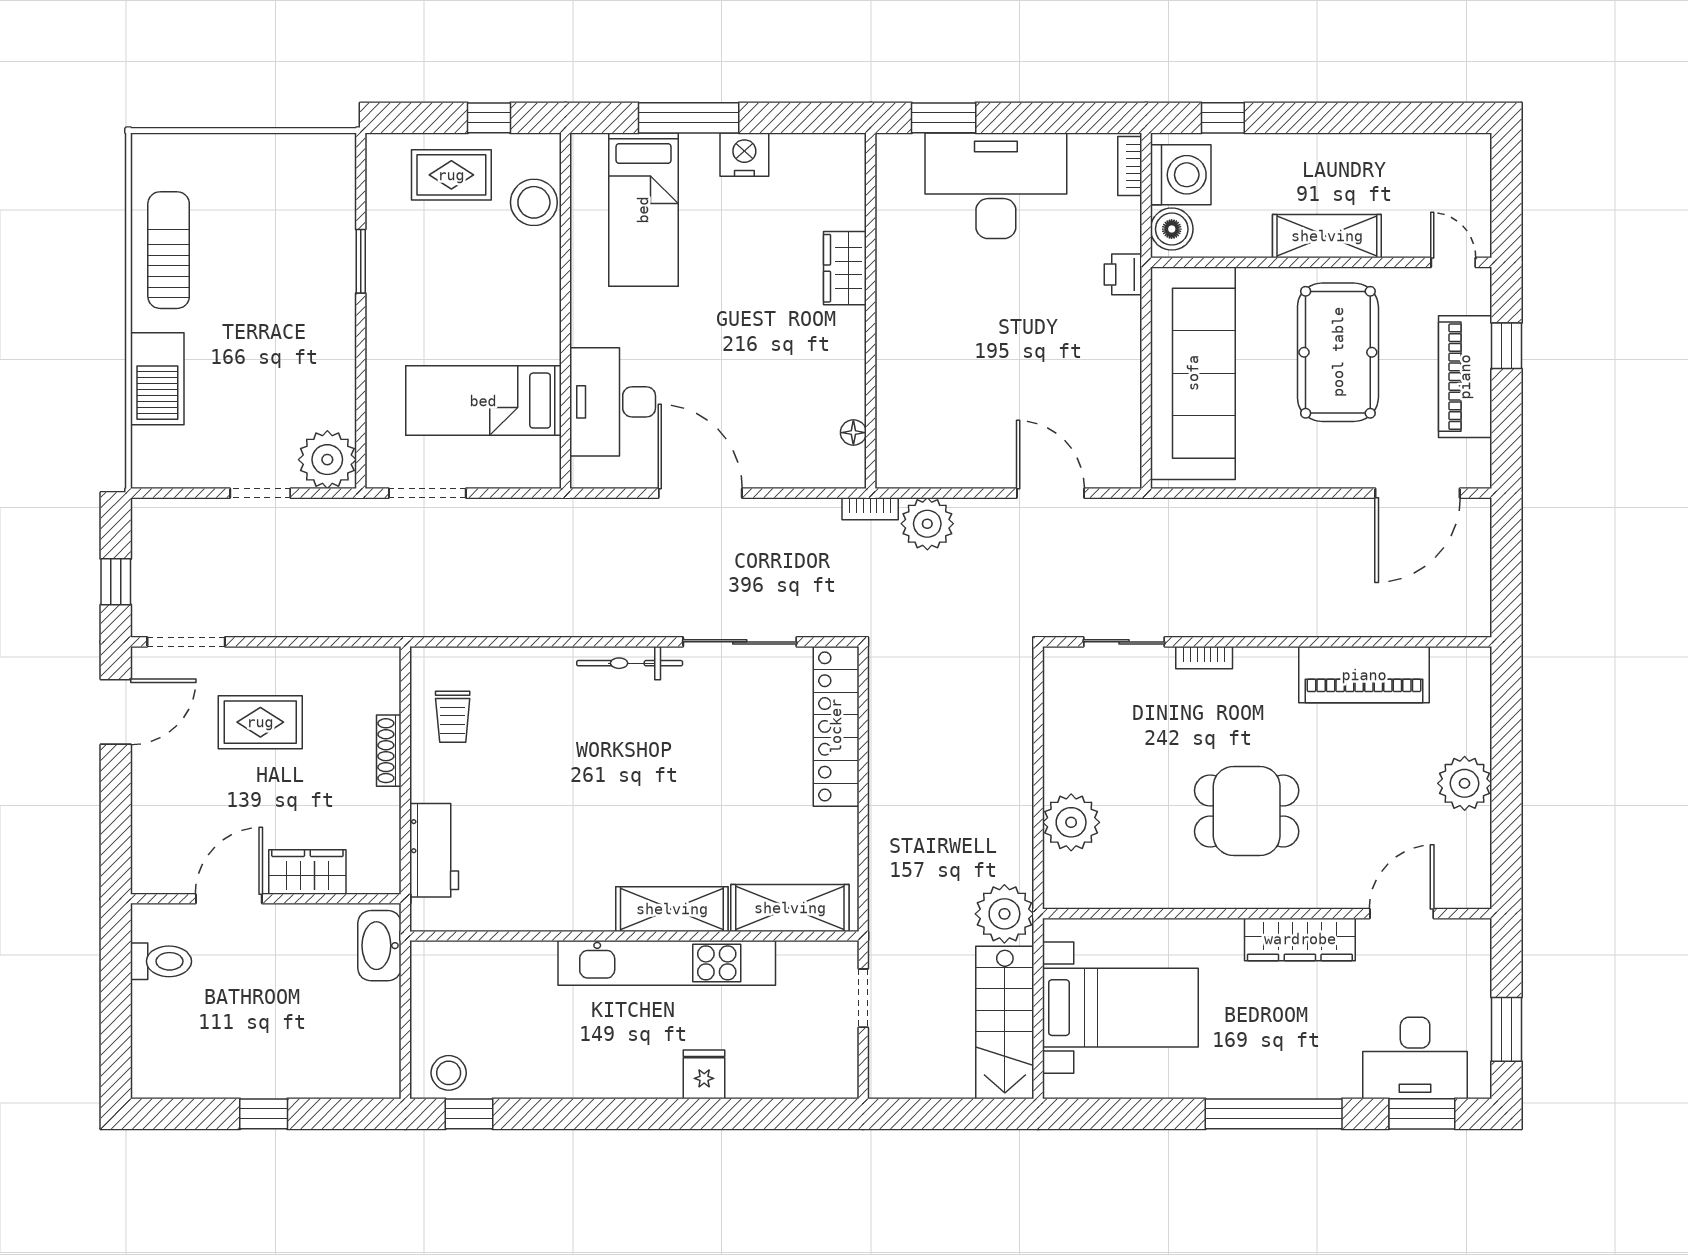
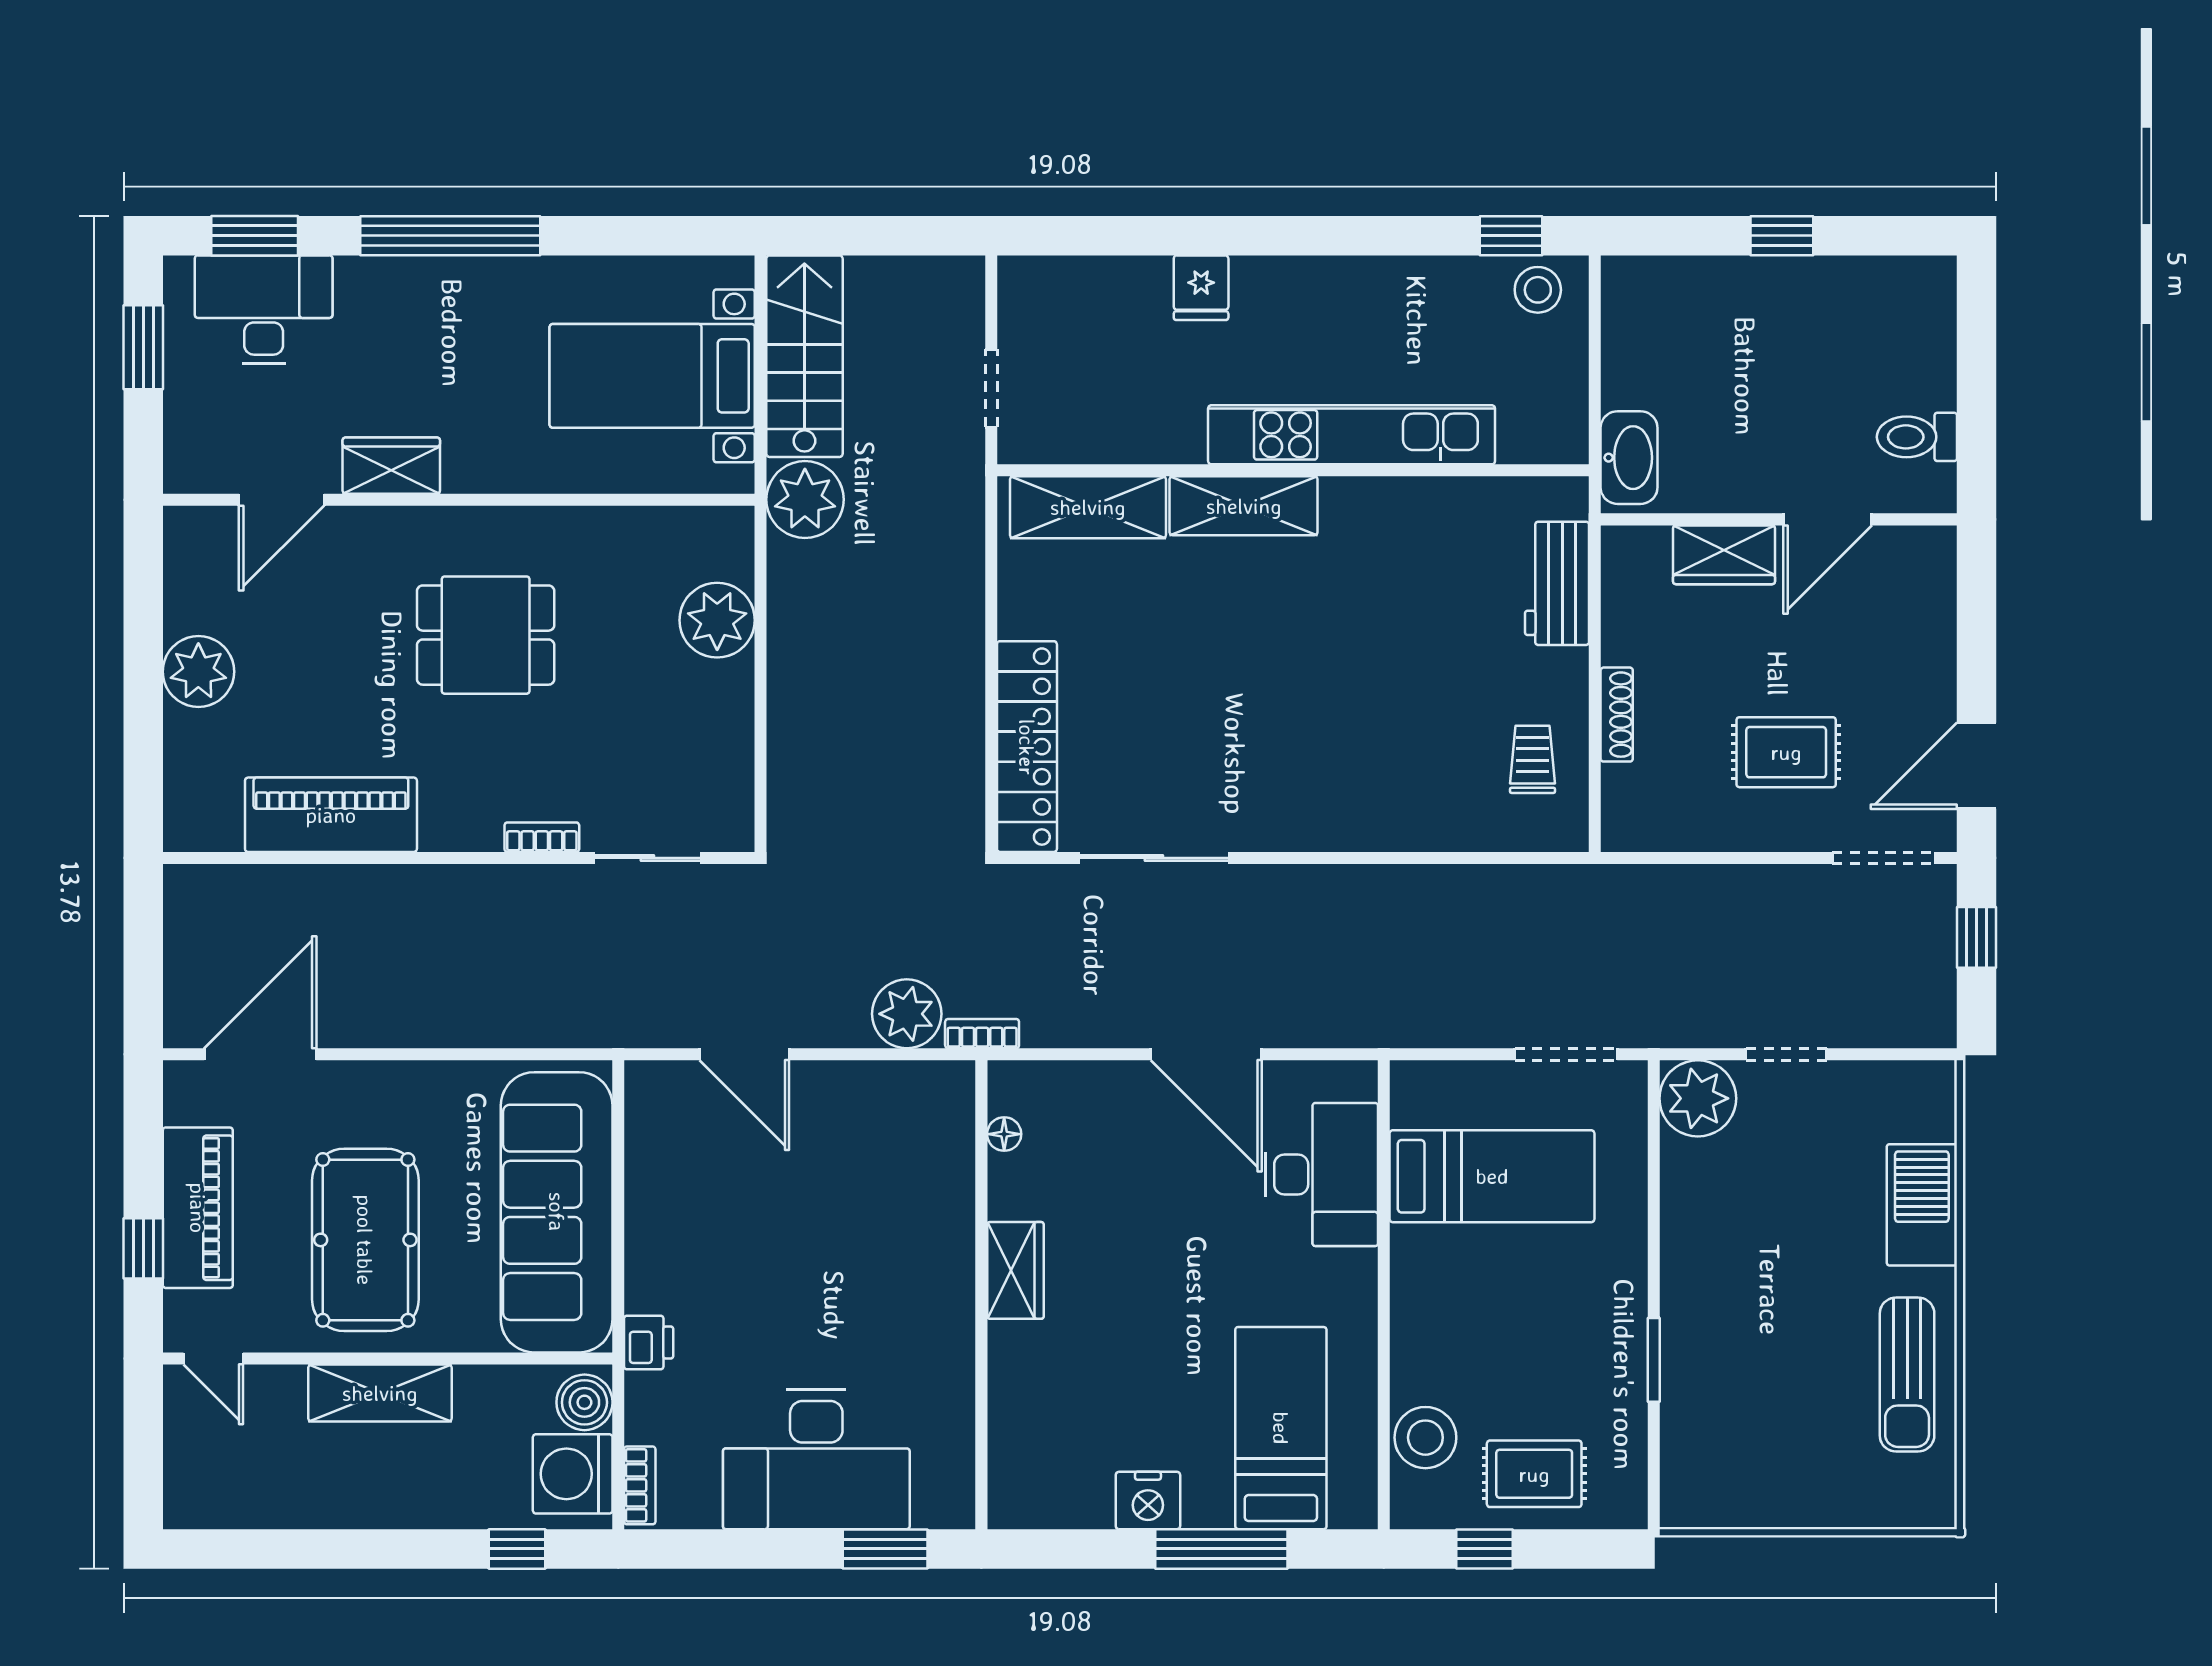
wardrobe: (845, 268) -> (1015, 1270), moved
bicycle: (630, 663) -> (1299, 830), removed
wardrobe: (1300, 939) -> (391, 466), width x0.67
kitchen unit: (667, 963) -> (1352, 435), moved

